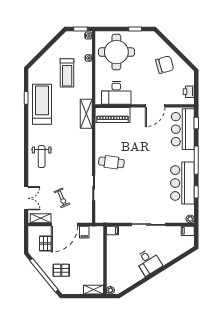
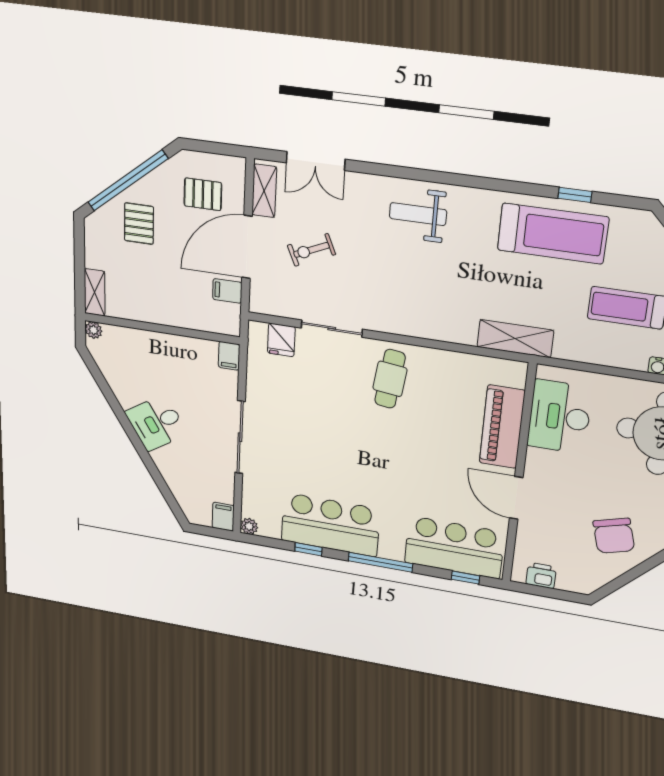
piano: (113, 115) -> (502, 427), moved
fridge: (102, 209) -> (281, 340), added
door: (65, 224) -> (247, 247), hinge flipped

